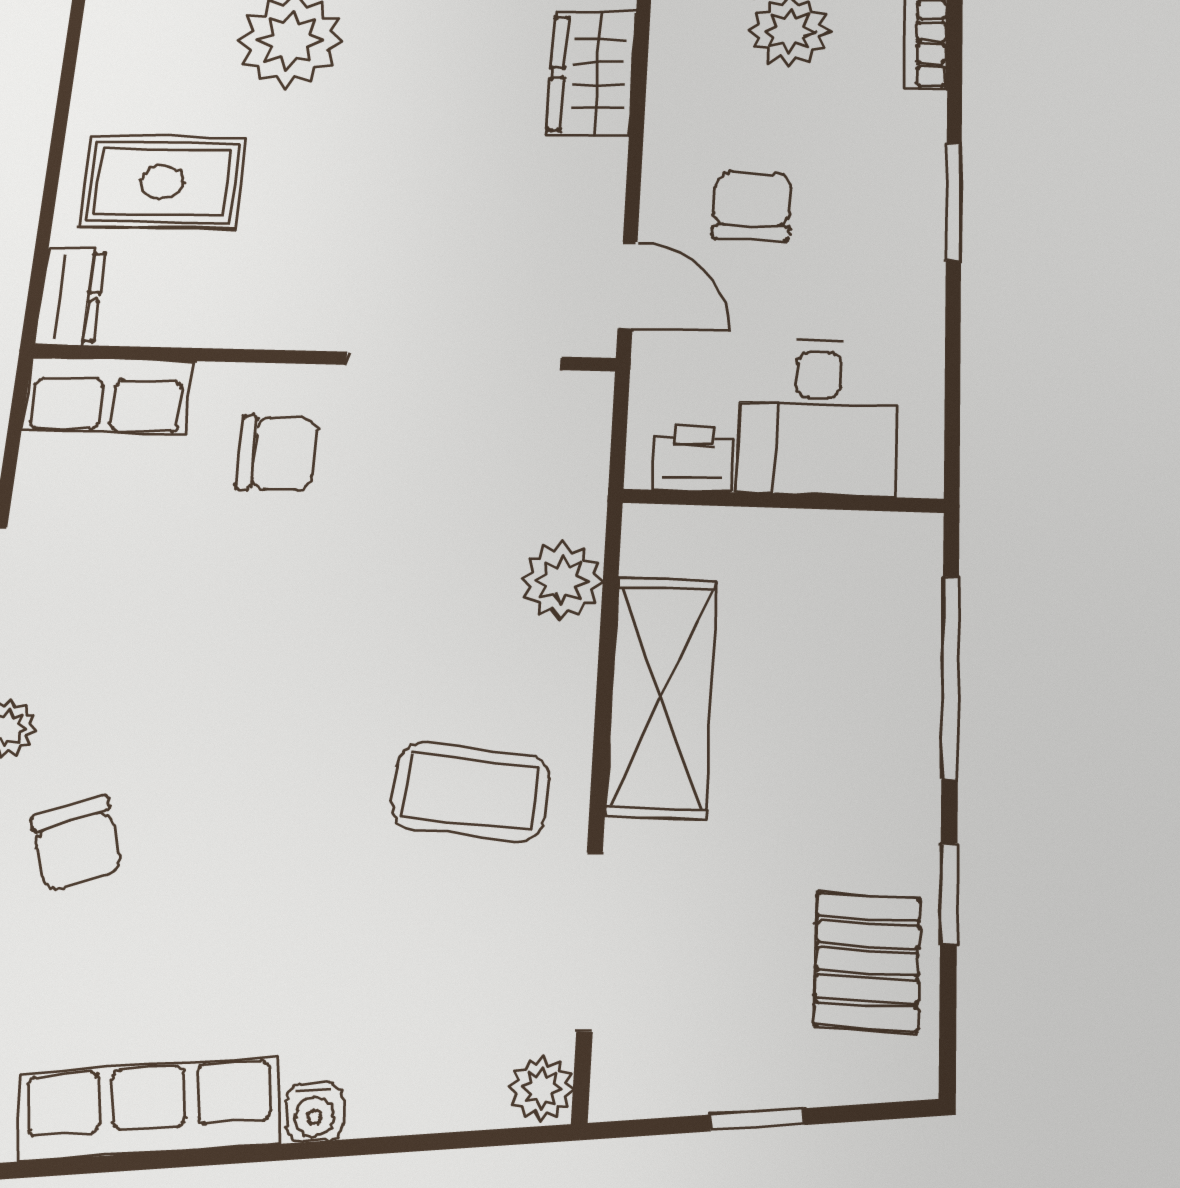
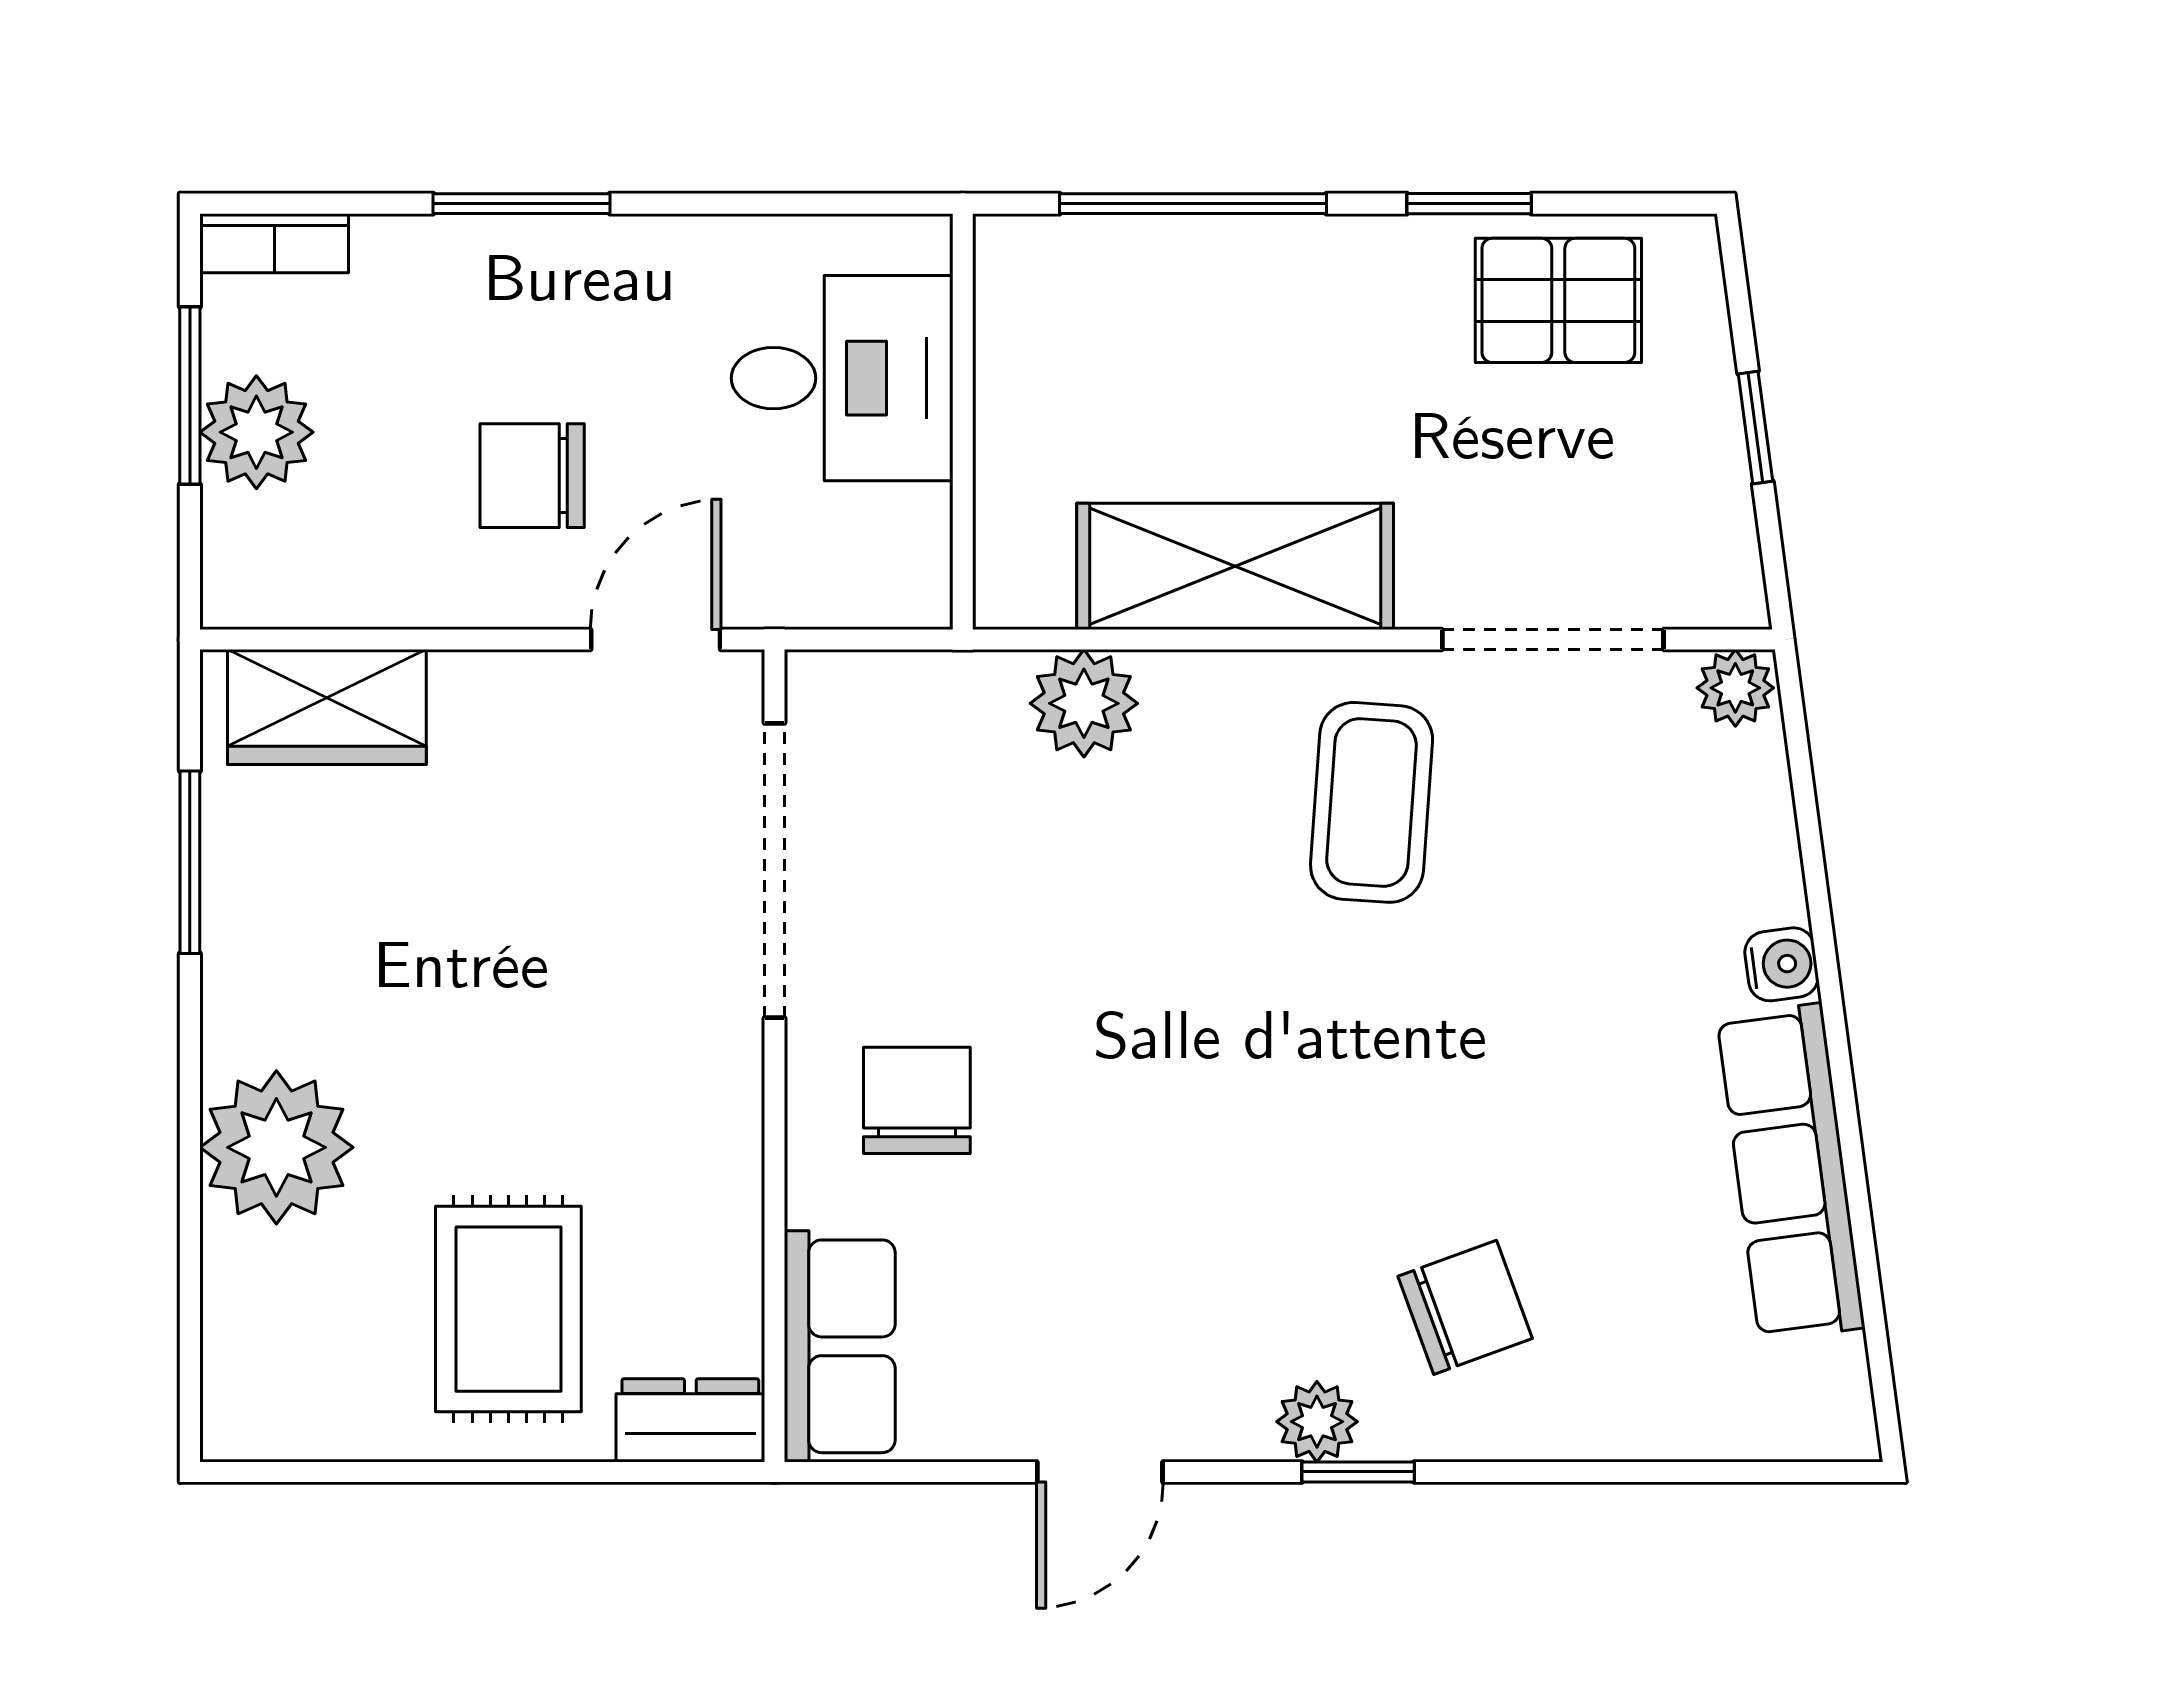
printer: (693, 458) -> (907, 540), removed

